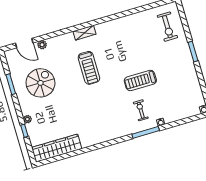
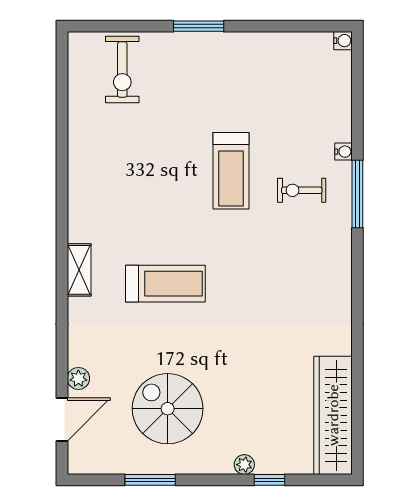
exercise bike: (167, 27) -> (122, 70), turned 90

